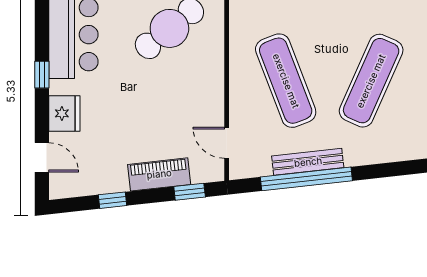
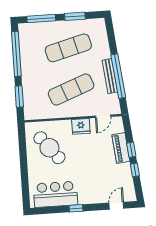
exercise mat: (371, 81) -> (68, 48), turned -39
fridge: (64, 113) -> (81, 126), moved, turned 180
window: (190, 192) -> (131, 150), moved

